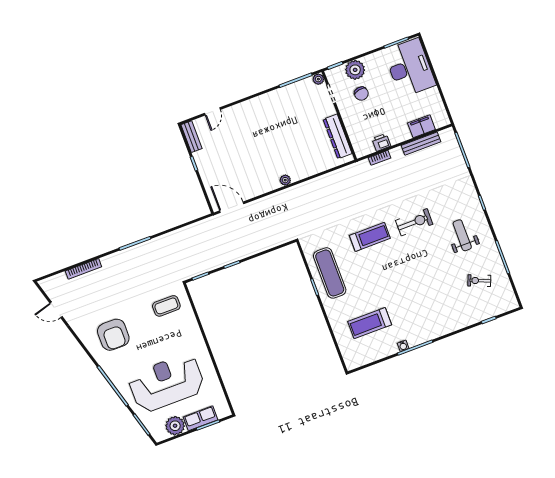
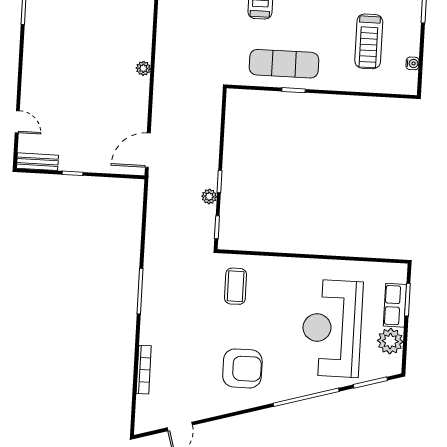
plant: (219, 262) -> (209, 196), added
water cooler: (403, 346) -> (413, 63), moved

